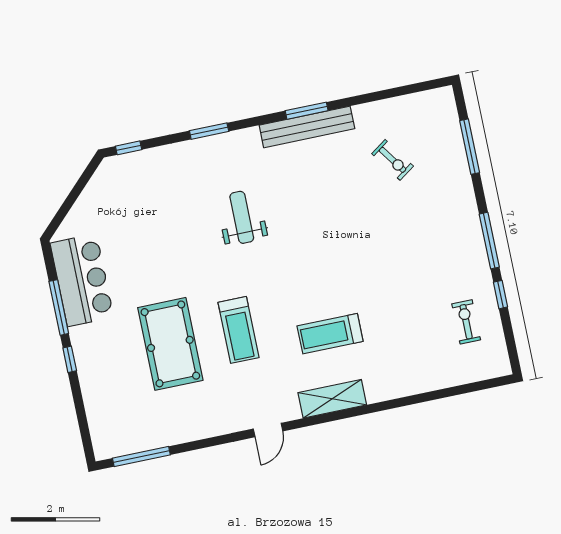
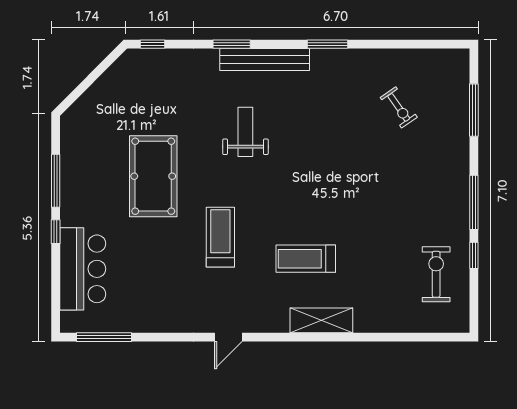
bench: (307, 127) -> (265, 60), moved
bar counter: (82, 280) -> (83, 269), moved
exercise bike: (466, 322) -> (436, 274), width x1.38, depth x1.39
treadmill: (239, 330) -> (220, 237), turned 180
pool table: (170, 344) -> (153, 176), moved
shelving: (332, 399) -> (321, 320), moved

